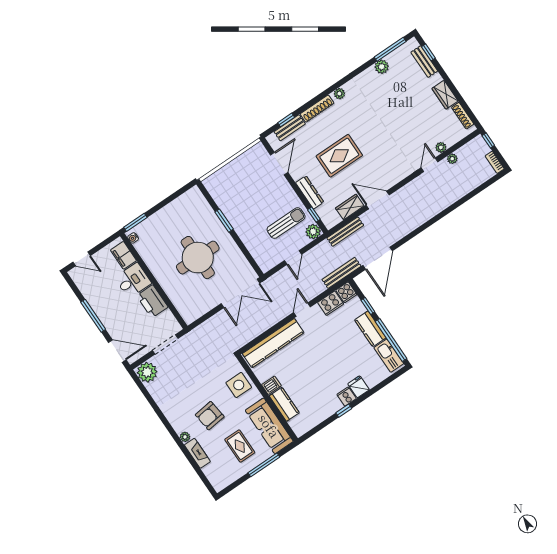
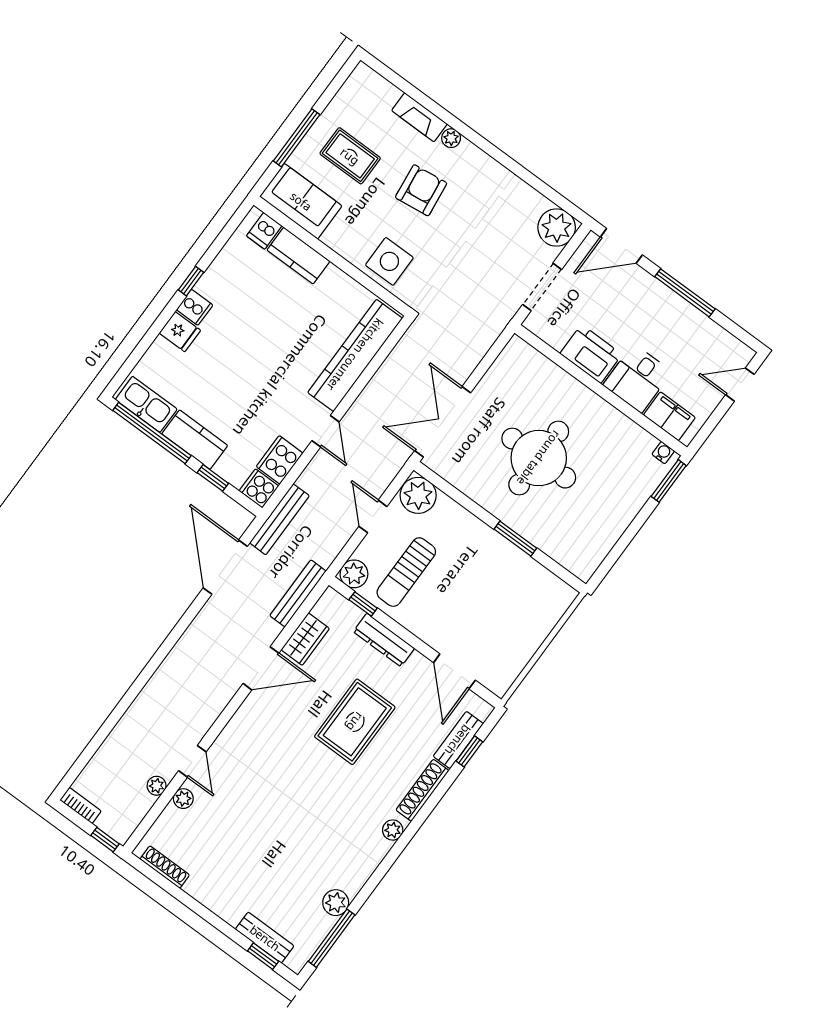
wardrobe: (445, 95) -> (208, 893), removed
plant: (266, 260) -> (418, 495), added
dishwasher: (271, 385) -> (264, 231), moved
sofa: (269, 426) -> (301, 201), width x0.73

